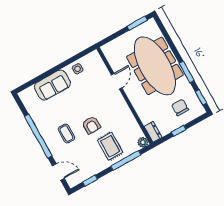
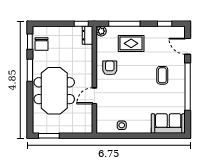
meeting table: (155, 66) -> (54, 91), width x0.73
sofa: (52, 85) -> (168, 123), moved
chair: (180, 107) -> (42, 44), moved
armchair: (91, 125) -> (110, 68), moved
window: (179, 131) -> (81, 24), moved
rug: (110, 146) -> (131, 43), turned 90

